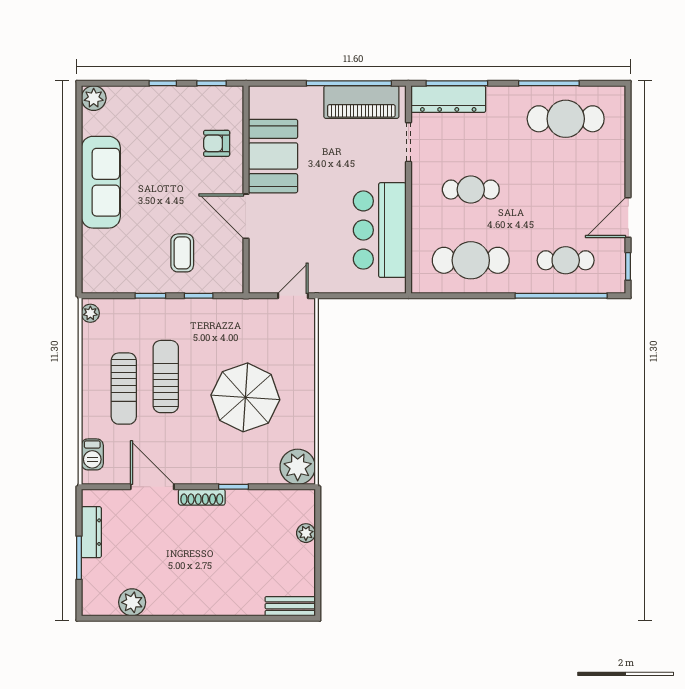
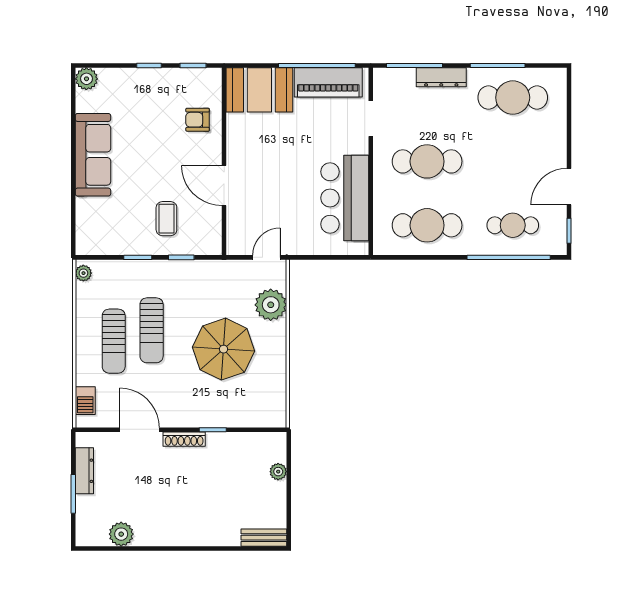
dresser: (448, 99) -> (441, 77), moved, width x0.73, depth x0.80
booth: (273, 156) -> (259, 90), moved, turned 90
cafe table: (471, 190) -> (427, 161), width x1.37, depth x1.35
sun lounger: (166, 377) -> (152, 330), turned 180
plant: (298, 467) -> (271, 305), moved

